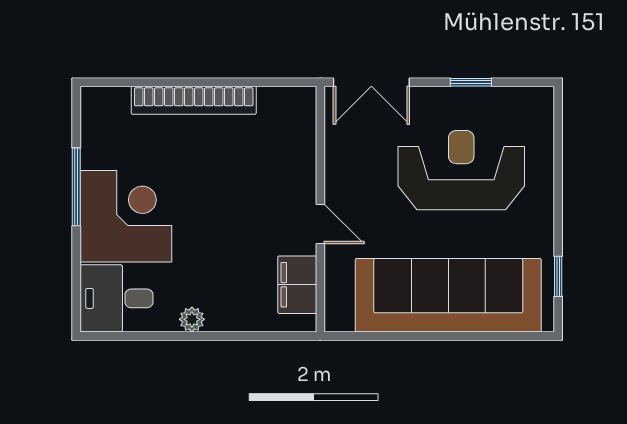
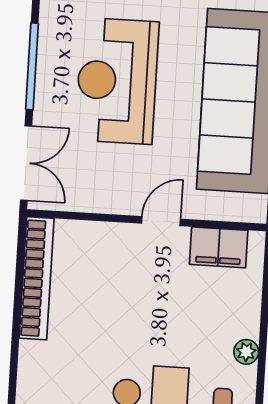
window: (471, 82) -> (32, 66), width x2.17
bookcase: (194, 100) -> (37, 278), moved

